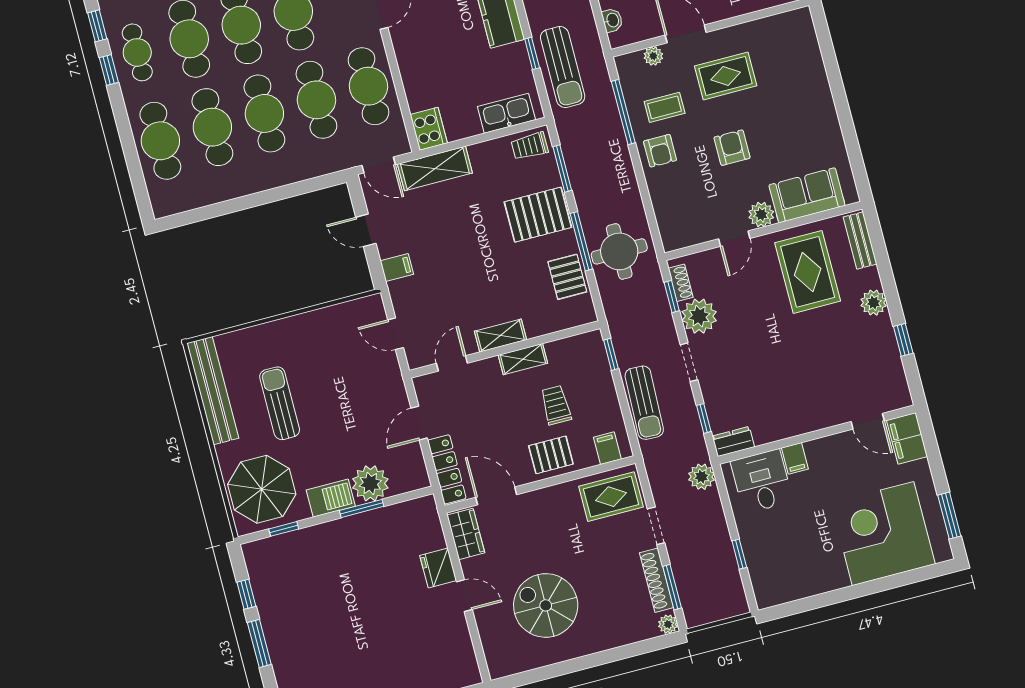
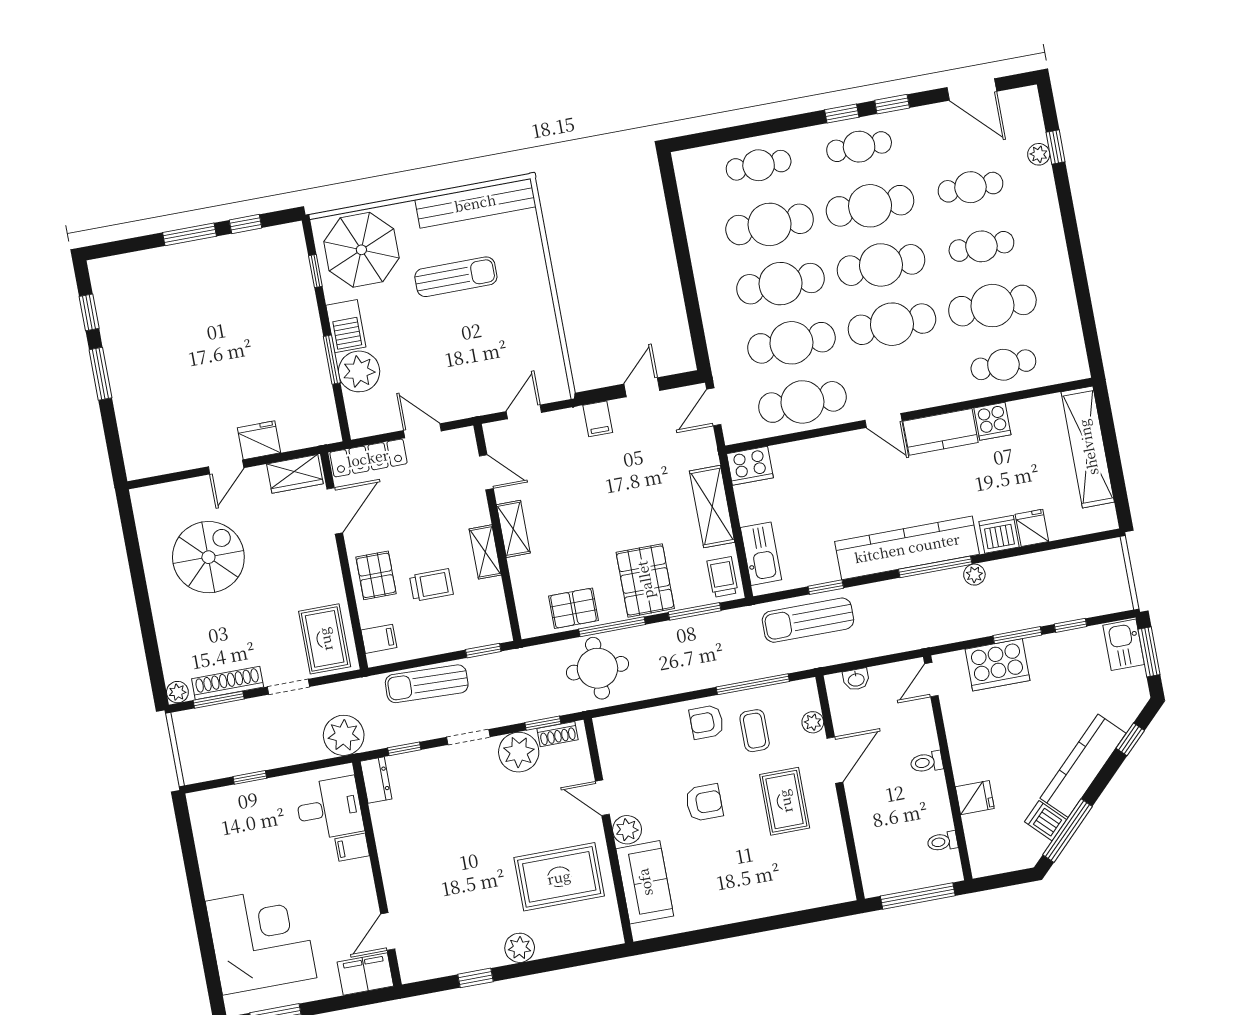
cafe table: (160, 141) -> (759, 165), width x0.73, depth x0.74
shelving: (435, 168) -> (712, 507), moved
bench: (860, 240) -> (590, 938), removed
plant: (702, 477) -> (344, 735), width x1.36, depth x1.36

